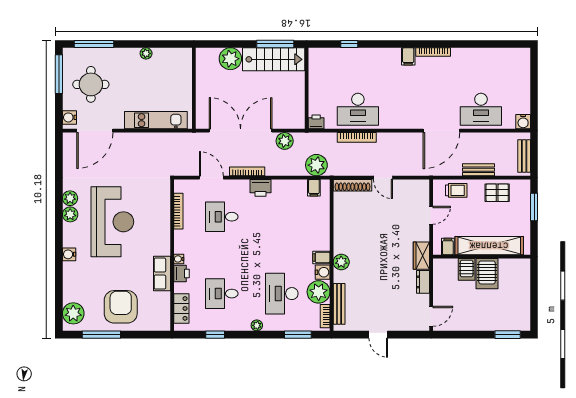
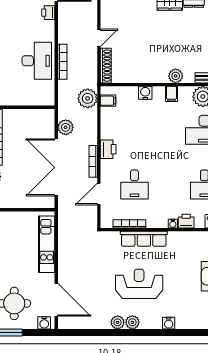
printer: (316, 122) -> (48, 13), moved
reception desk: (112, 222) -> (139, 284), width x0.74, depth x0.77
water cooler: (323, 272) -> (145, 93), moved
row of seats: (162, 274) -> (144, 239), moved, width x1.48

